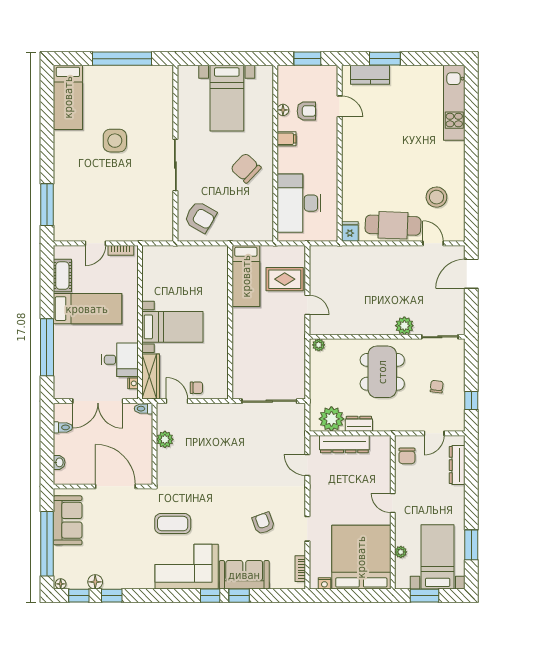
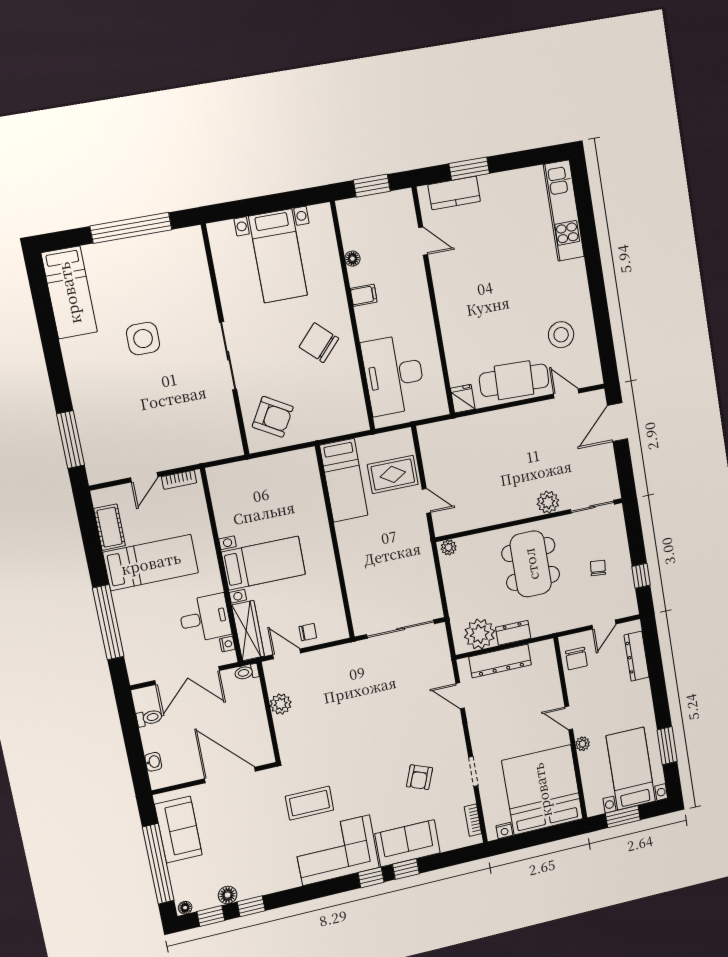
armchair: (306, 111) -> (382, 255), removed
armchair: (263, 523) -> (419, 777), turned -139
plant: (401, 552) -> (583, 744), moved

